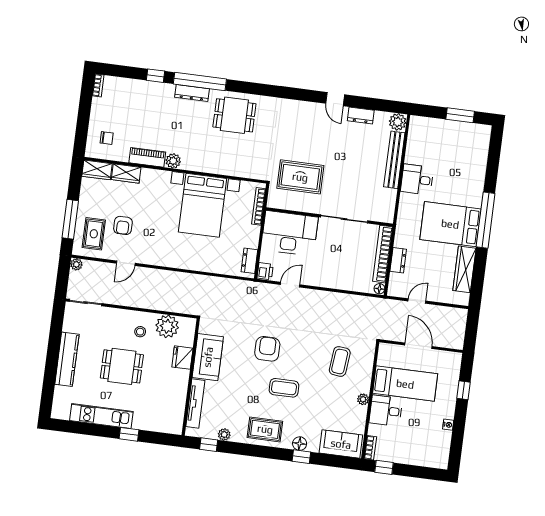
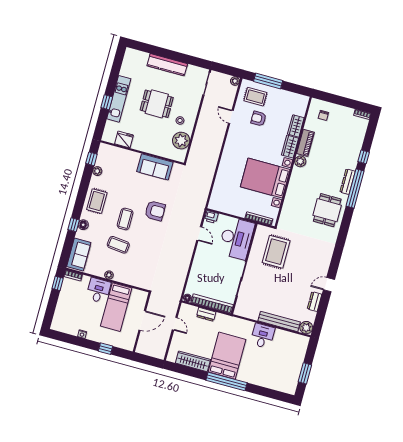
wardrobe: (97, 170) -> (290, 147), moved
dresser: (249, 261) -> (221, 207), removed
fridge: (182, 358) -> (124, 139), moved
coffee table: (340, 361) -> (118, 245), moved
dining table: (122, 366) -> (157, 104), turned 90
tv unit: (195, 404) -> (123, 153), removed
kitchen unit: (101, 416) -> (119, 99), moved

